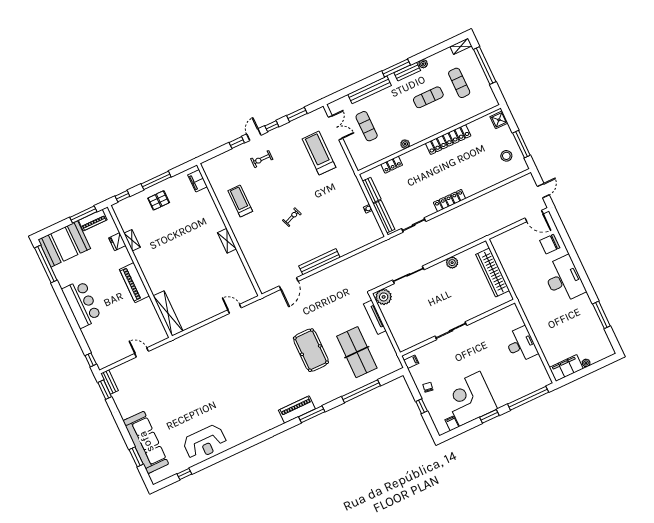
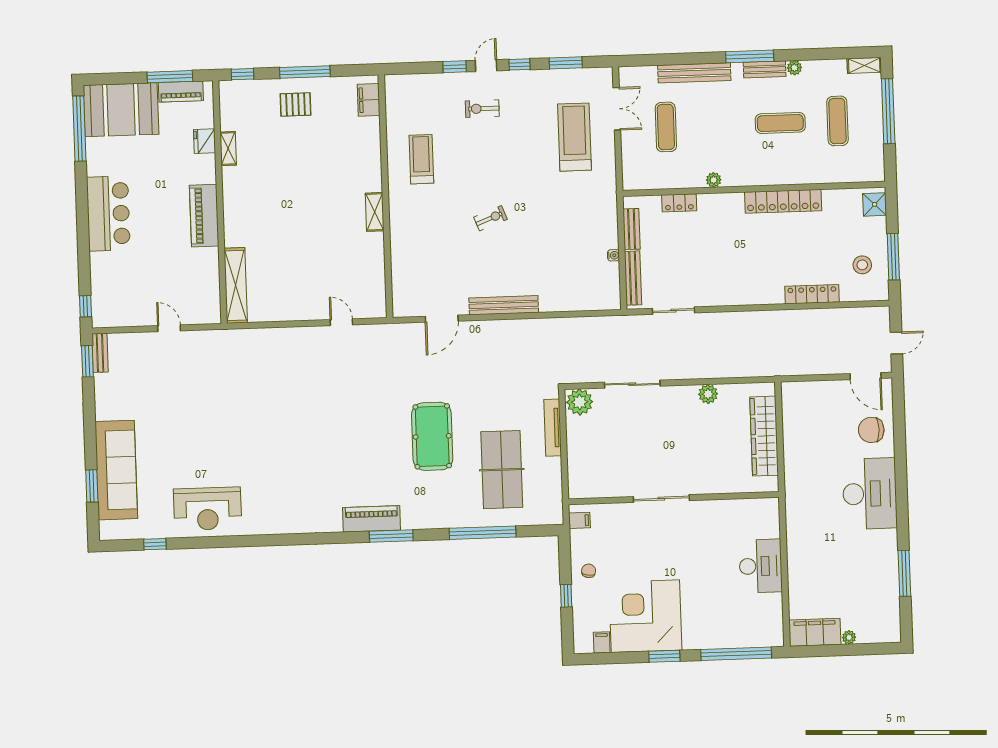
locker: (450, 201) -> (812, 294), moved

